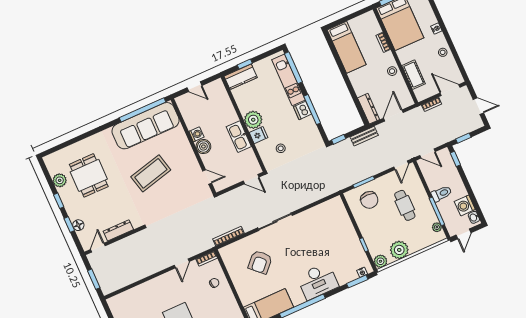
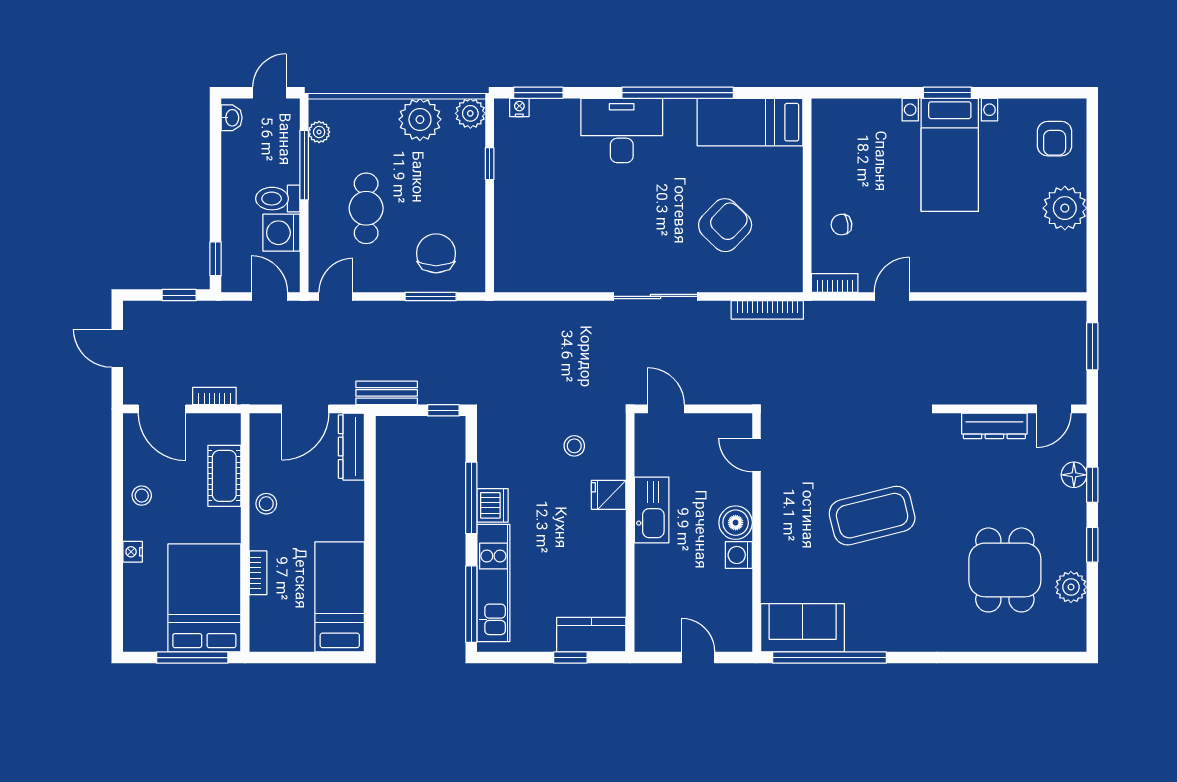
plant: (253, 120) -> (605, 532), removed
sofa: (146, 126) -> (803, 628), width x0.54, depth x0.79
washing machine: (465, 205) -> (281, 233), moved, turned 180

